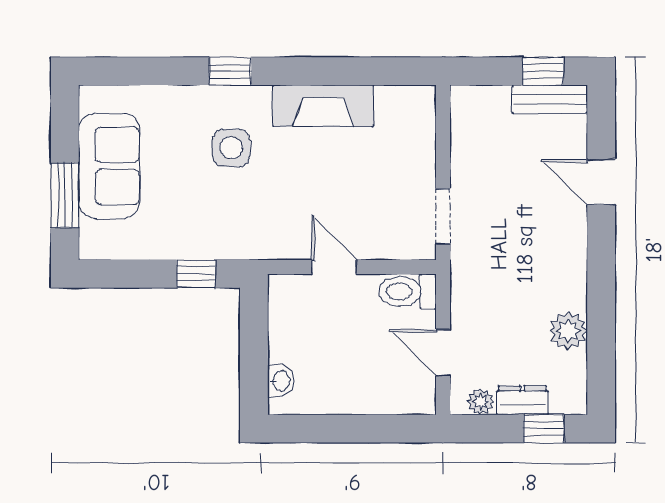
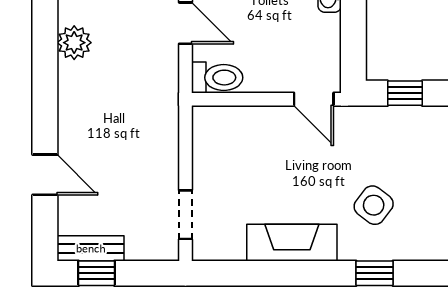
side table: (231, 148) -> (374, 205), turned 37
doorway: (443, 216) -> (185, 215), moved
door: (334, 267) -> (314, 99), moved

